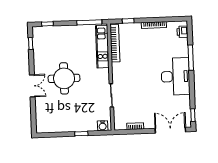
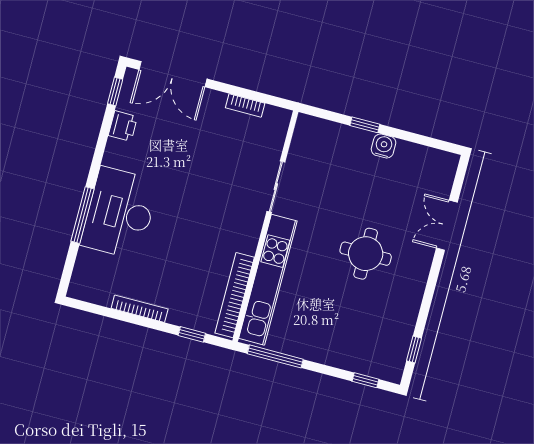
printer: (182, 32) -> (123, 126), moved
kitchen unit: (102, 47) -> (268, 280), width x1.36
desk: (176, 76) -> (120, 213), moved
round table: (64, 78) -> (366, 254), width x0.73, depth x0.73
double door: (32, 86) -> (447, 225), moved
water cooler: (103, 126) -> (384, 146), moved

